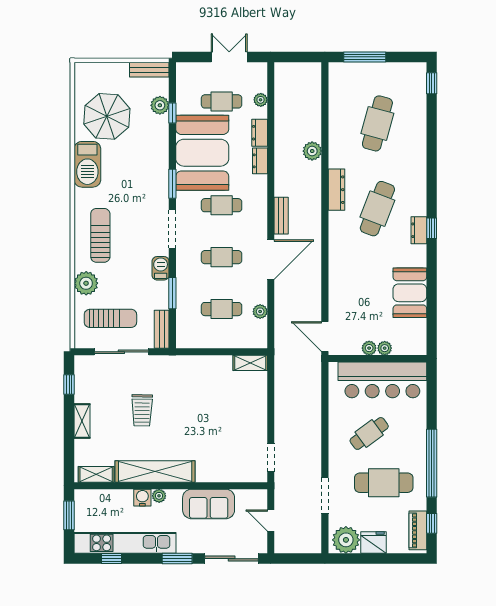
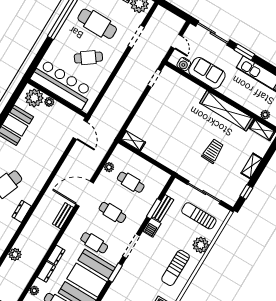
plant: (312, 151) -> (15, 254), moved
dresser: (336, 190) -> (22, 211), width x0.70
bench: (162, 329) -> (163, 208), moved
plant: (369, 348) -> (34, 98), moved, width x1.87, depth x1.87
plant: (159, 496) -> (265, 115), moved
water cooler: (142, 498) -> (184, 64), moved

